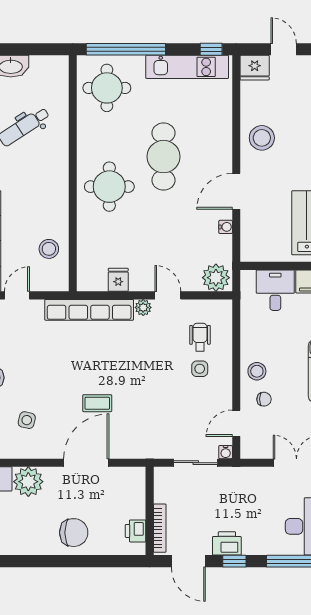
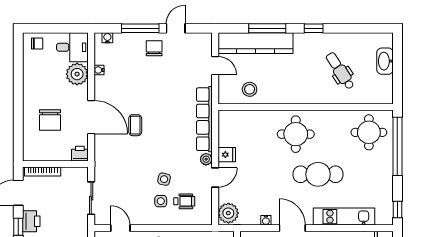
kitchen unit: (187, 67) -> (344, 217), moved, turned 90
fridge: (118, 280) -> (227, 155), moved
side table: (27, 420) -> (164, 179), moved
water cooler: (226, 452) -> (99, 70), moved
printer: (136, 531) -> (80, 154), moved
chair: (74, 533) -> (50, 120), moved

